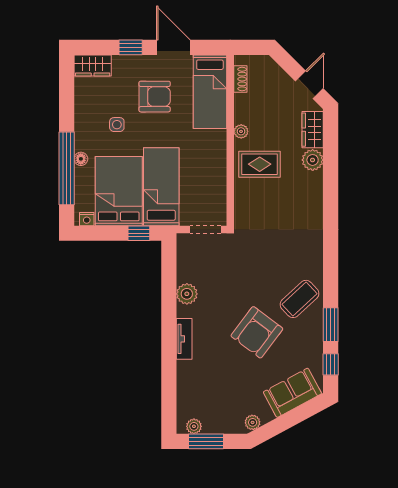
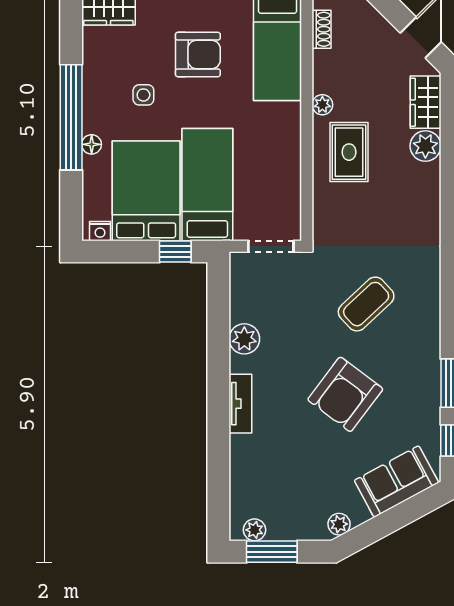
rug: (260, 164) -> (349, 152), turned 90
window: (67, 168) -> (71, 117), moved
coffee table: (300, 299) -> (366, 304), moved

